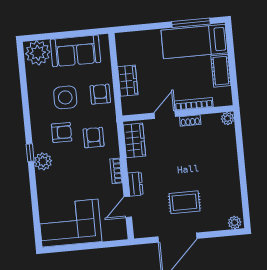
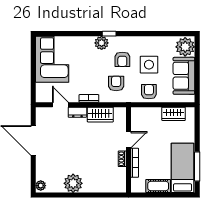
wardrobe: (128, 81) -> (174, 114), moved
armchair: (100, 94) -> (149, 92), turned -90
door: (165, 115) -> (128, 140), hinge flipped
plant: (228, 118) -> (73, 183), moved, width x1.87, depth x1.87
armchair: (94, 138) -> (116, 83), turned -90
wardrobe: (134, 140) -> (100, 115), moved
rug: (184, 202) -> (60, 148), removed

